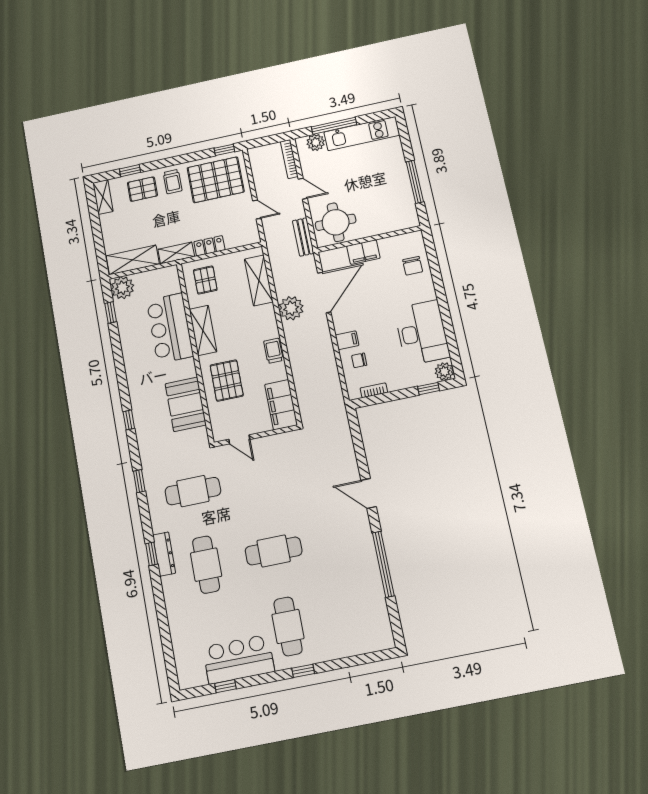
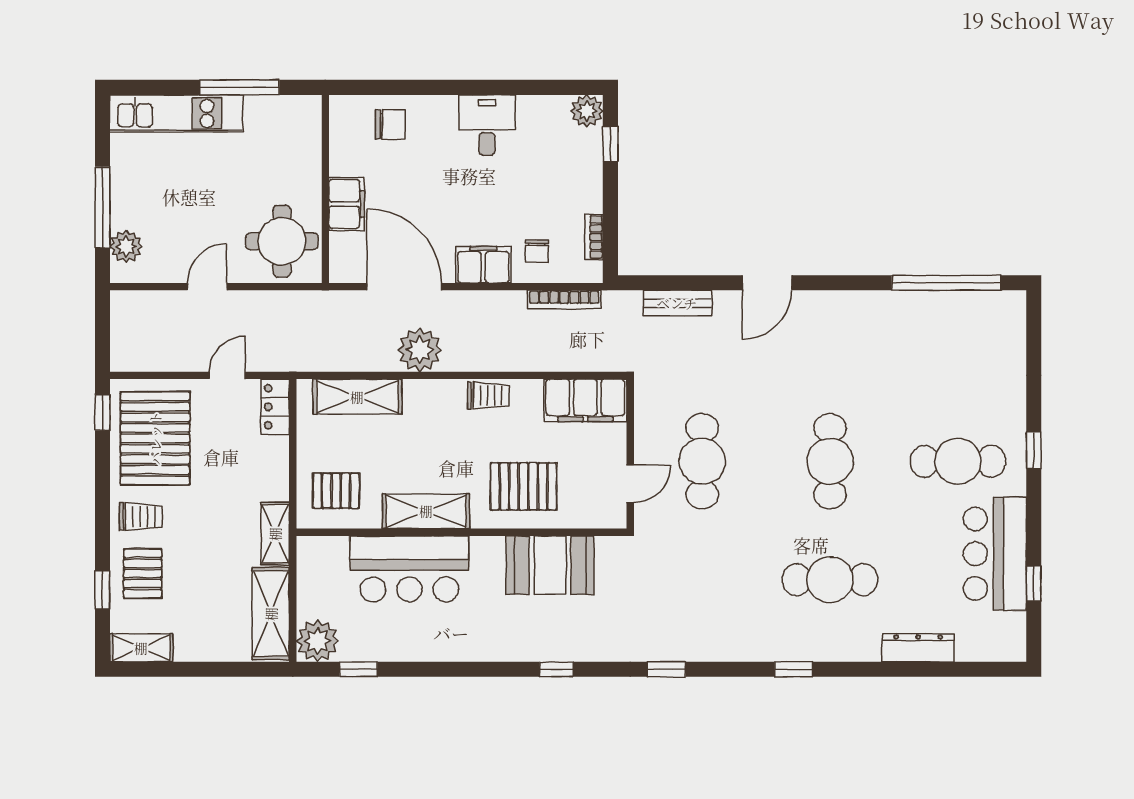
kitchen unit: (362, 134) -> (176, 114), moved, turned 90
bookcase: (289, 159) -> (564, 300), moved
bench: (303, 237) -> (677, 303), moved
locker: (209, 246) -> (275, 407), moved
desk: (422, 333) -> (487, 125), width x0.53, depth x0.77
filing cabinet: (347, 340) -> (483, 265), width x2.00
trolley: (273, 351) -> (488, 395), turned 180
cafe table: (193, 491) -> (702, 461), moved
dresser: (164, 554) -> (918, 648), moved
window: (383, 564) -> (946, 283), moved

